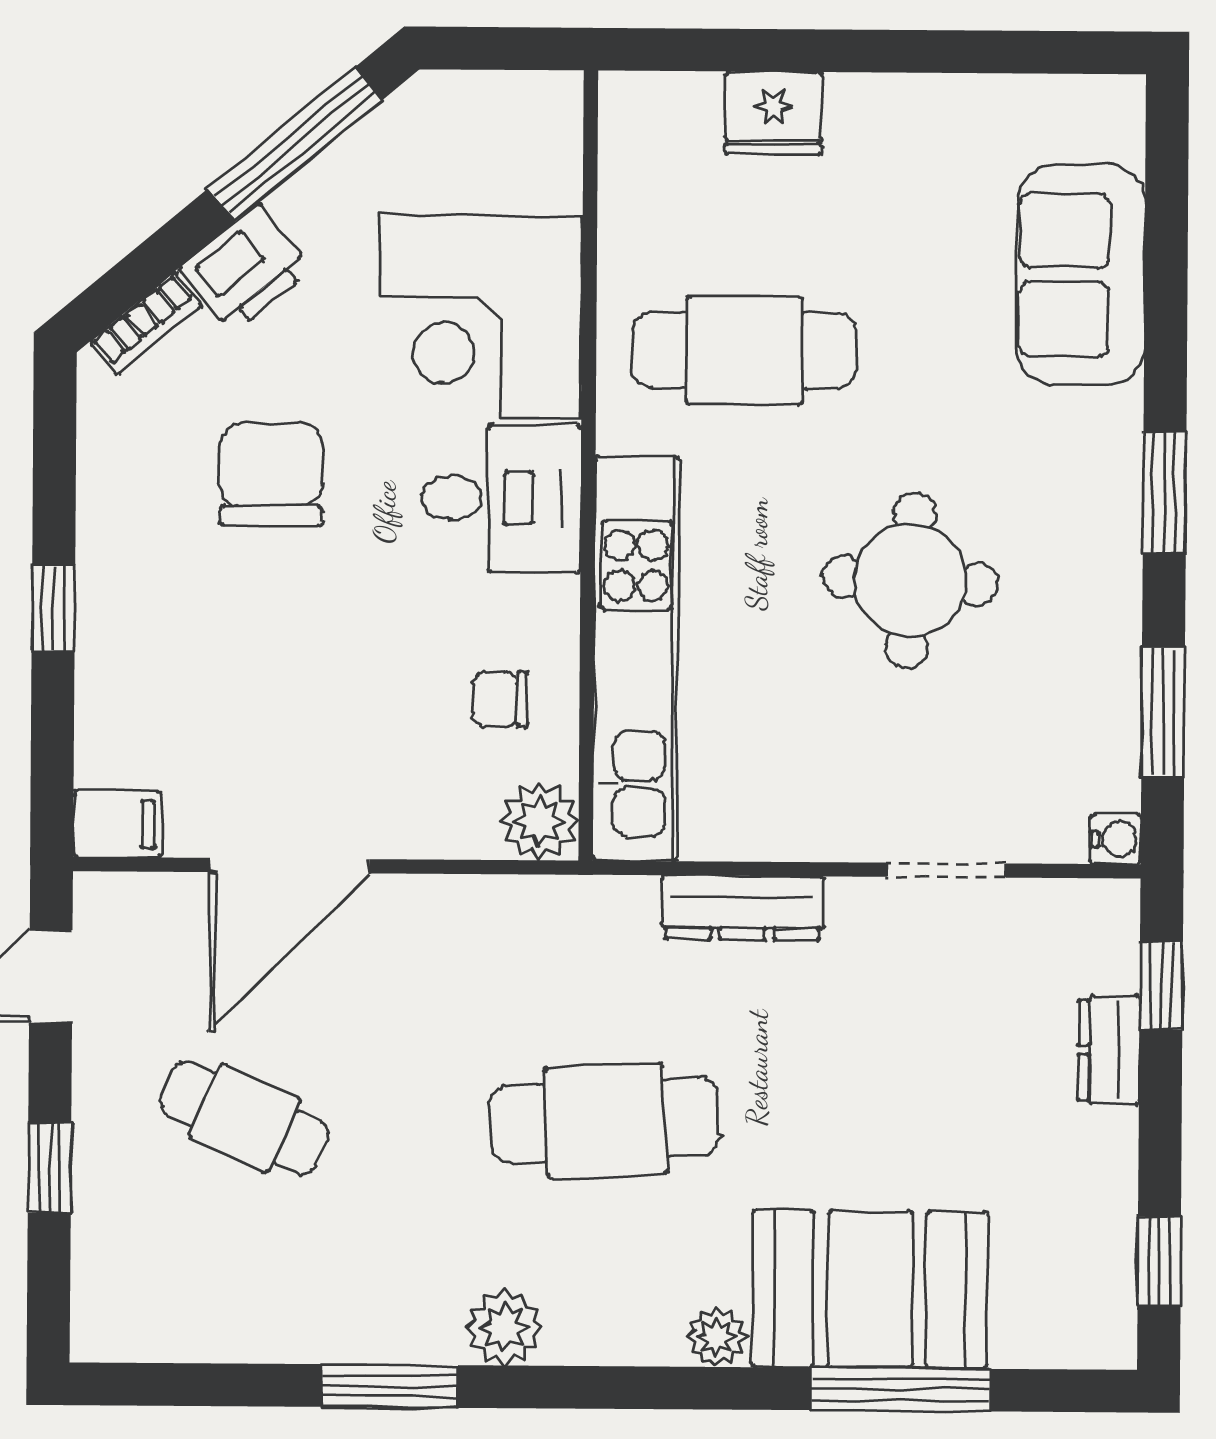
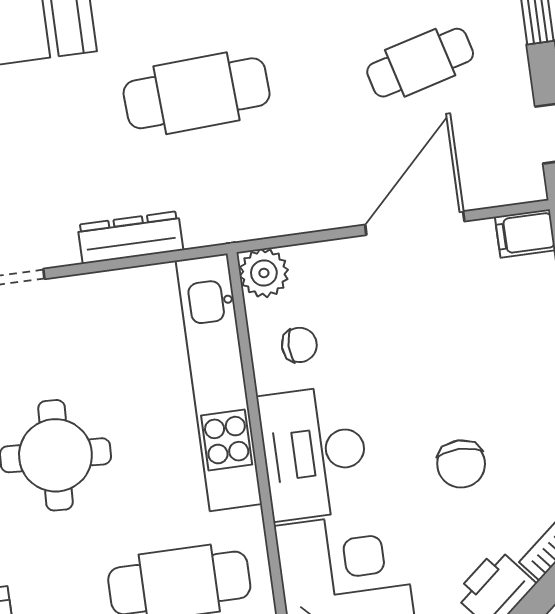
chair: (271, 474) -> (461, 464), width x0.73, depth x0.73
desk: (501, 498) -> (314, 453), width x1.37
cafe table: (245, 1118) -> (420, 63), turned -39

